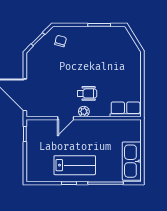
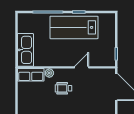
plant: (84, 111) -> (49, 73), moved
kitchen sink: (132, 161) -> (25, 50), moved
lab bench: (75, 165) -> (74, 27), width x1.36, depth x1.39

